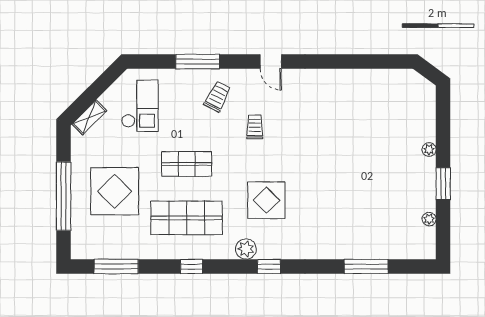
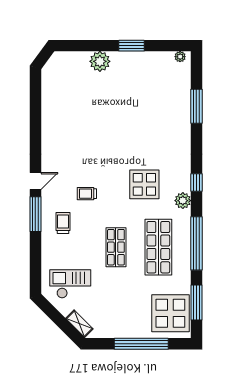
window: (198, 62) -> (35, 214), moved
trolley: (217, 97) -> (63, 223), turned 63
plant: (429, 150) -> (100, 61), width x1.87, depth x1.87
display table: (115, 191) -> (170, 313), moved
plant: (429, 219) -> (180, 57), moved
window: (191, 266) -> (196, 243), width x3.17

